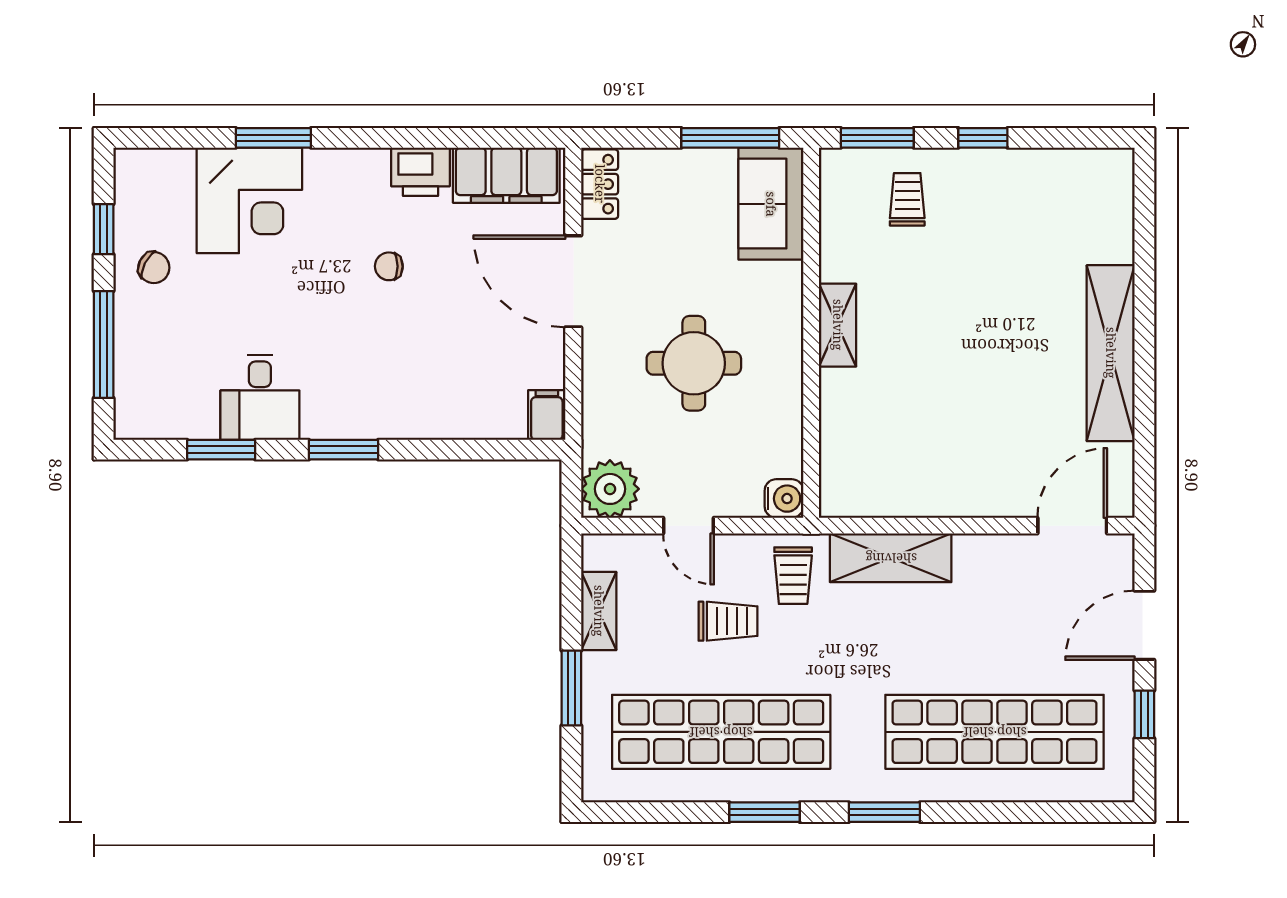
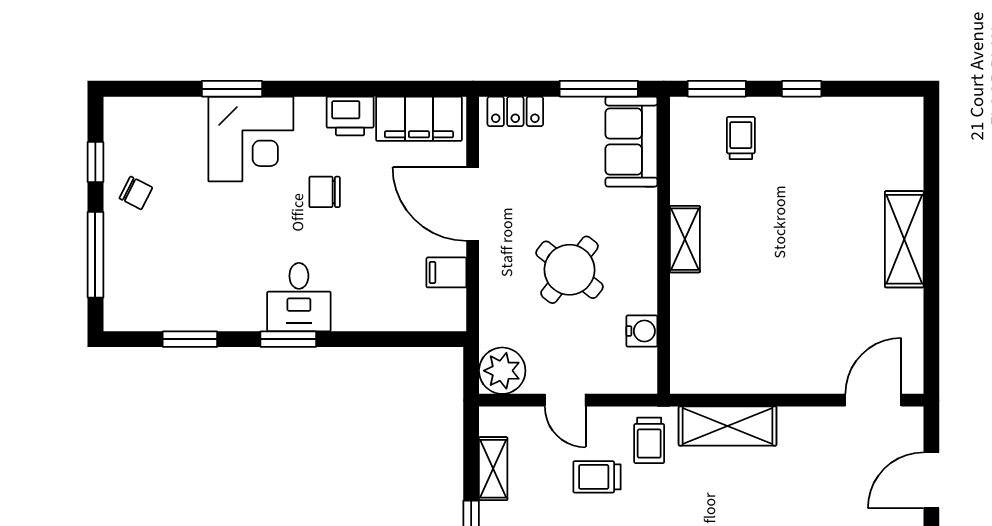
locker: (600, 184) -> (515, 111), moved, turned 90
corner desk: (249, 200) -> (251, 139), moved
chair: (389, 266) -> (325, 192), width x1.37, depth x1.37
shelving: (1111, 353) -> (904, 239), width x0.68
round table: (694, 363) -> (569, 270), turned 38
desk: (260, 397) -> (299, 297), moved
filing cabinet: (547, 415) -> (446, 272), moved, turned -90
water cooler: (784, 499) -> (642, 331), moved
trolley: (728, 621) -> (597, 477), turned 180

